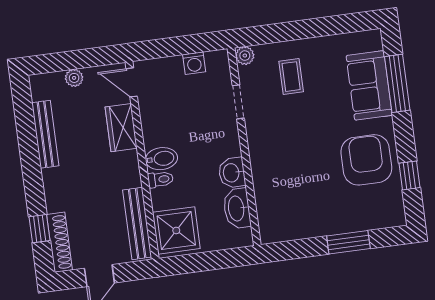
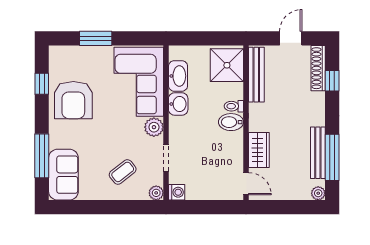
washing machine: (194, 63) -> (177, 192), moved, turned 90
coffee table: (291, 77) -> (123, 172), turned 52
plant: (74, 78) -> (318, 193), moved
sofa: (369, 85) -> (63, 175), moved
window: (26, 131) -> (332, 157), added
plant: (259, 139) -> (154, 127), added
corner sofa: (286, 194) -> (139, 82), added

